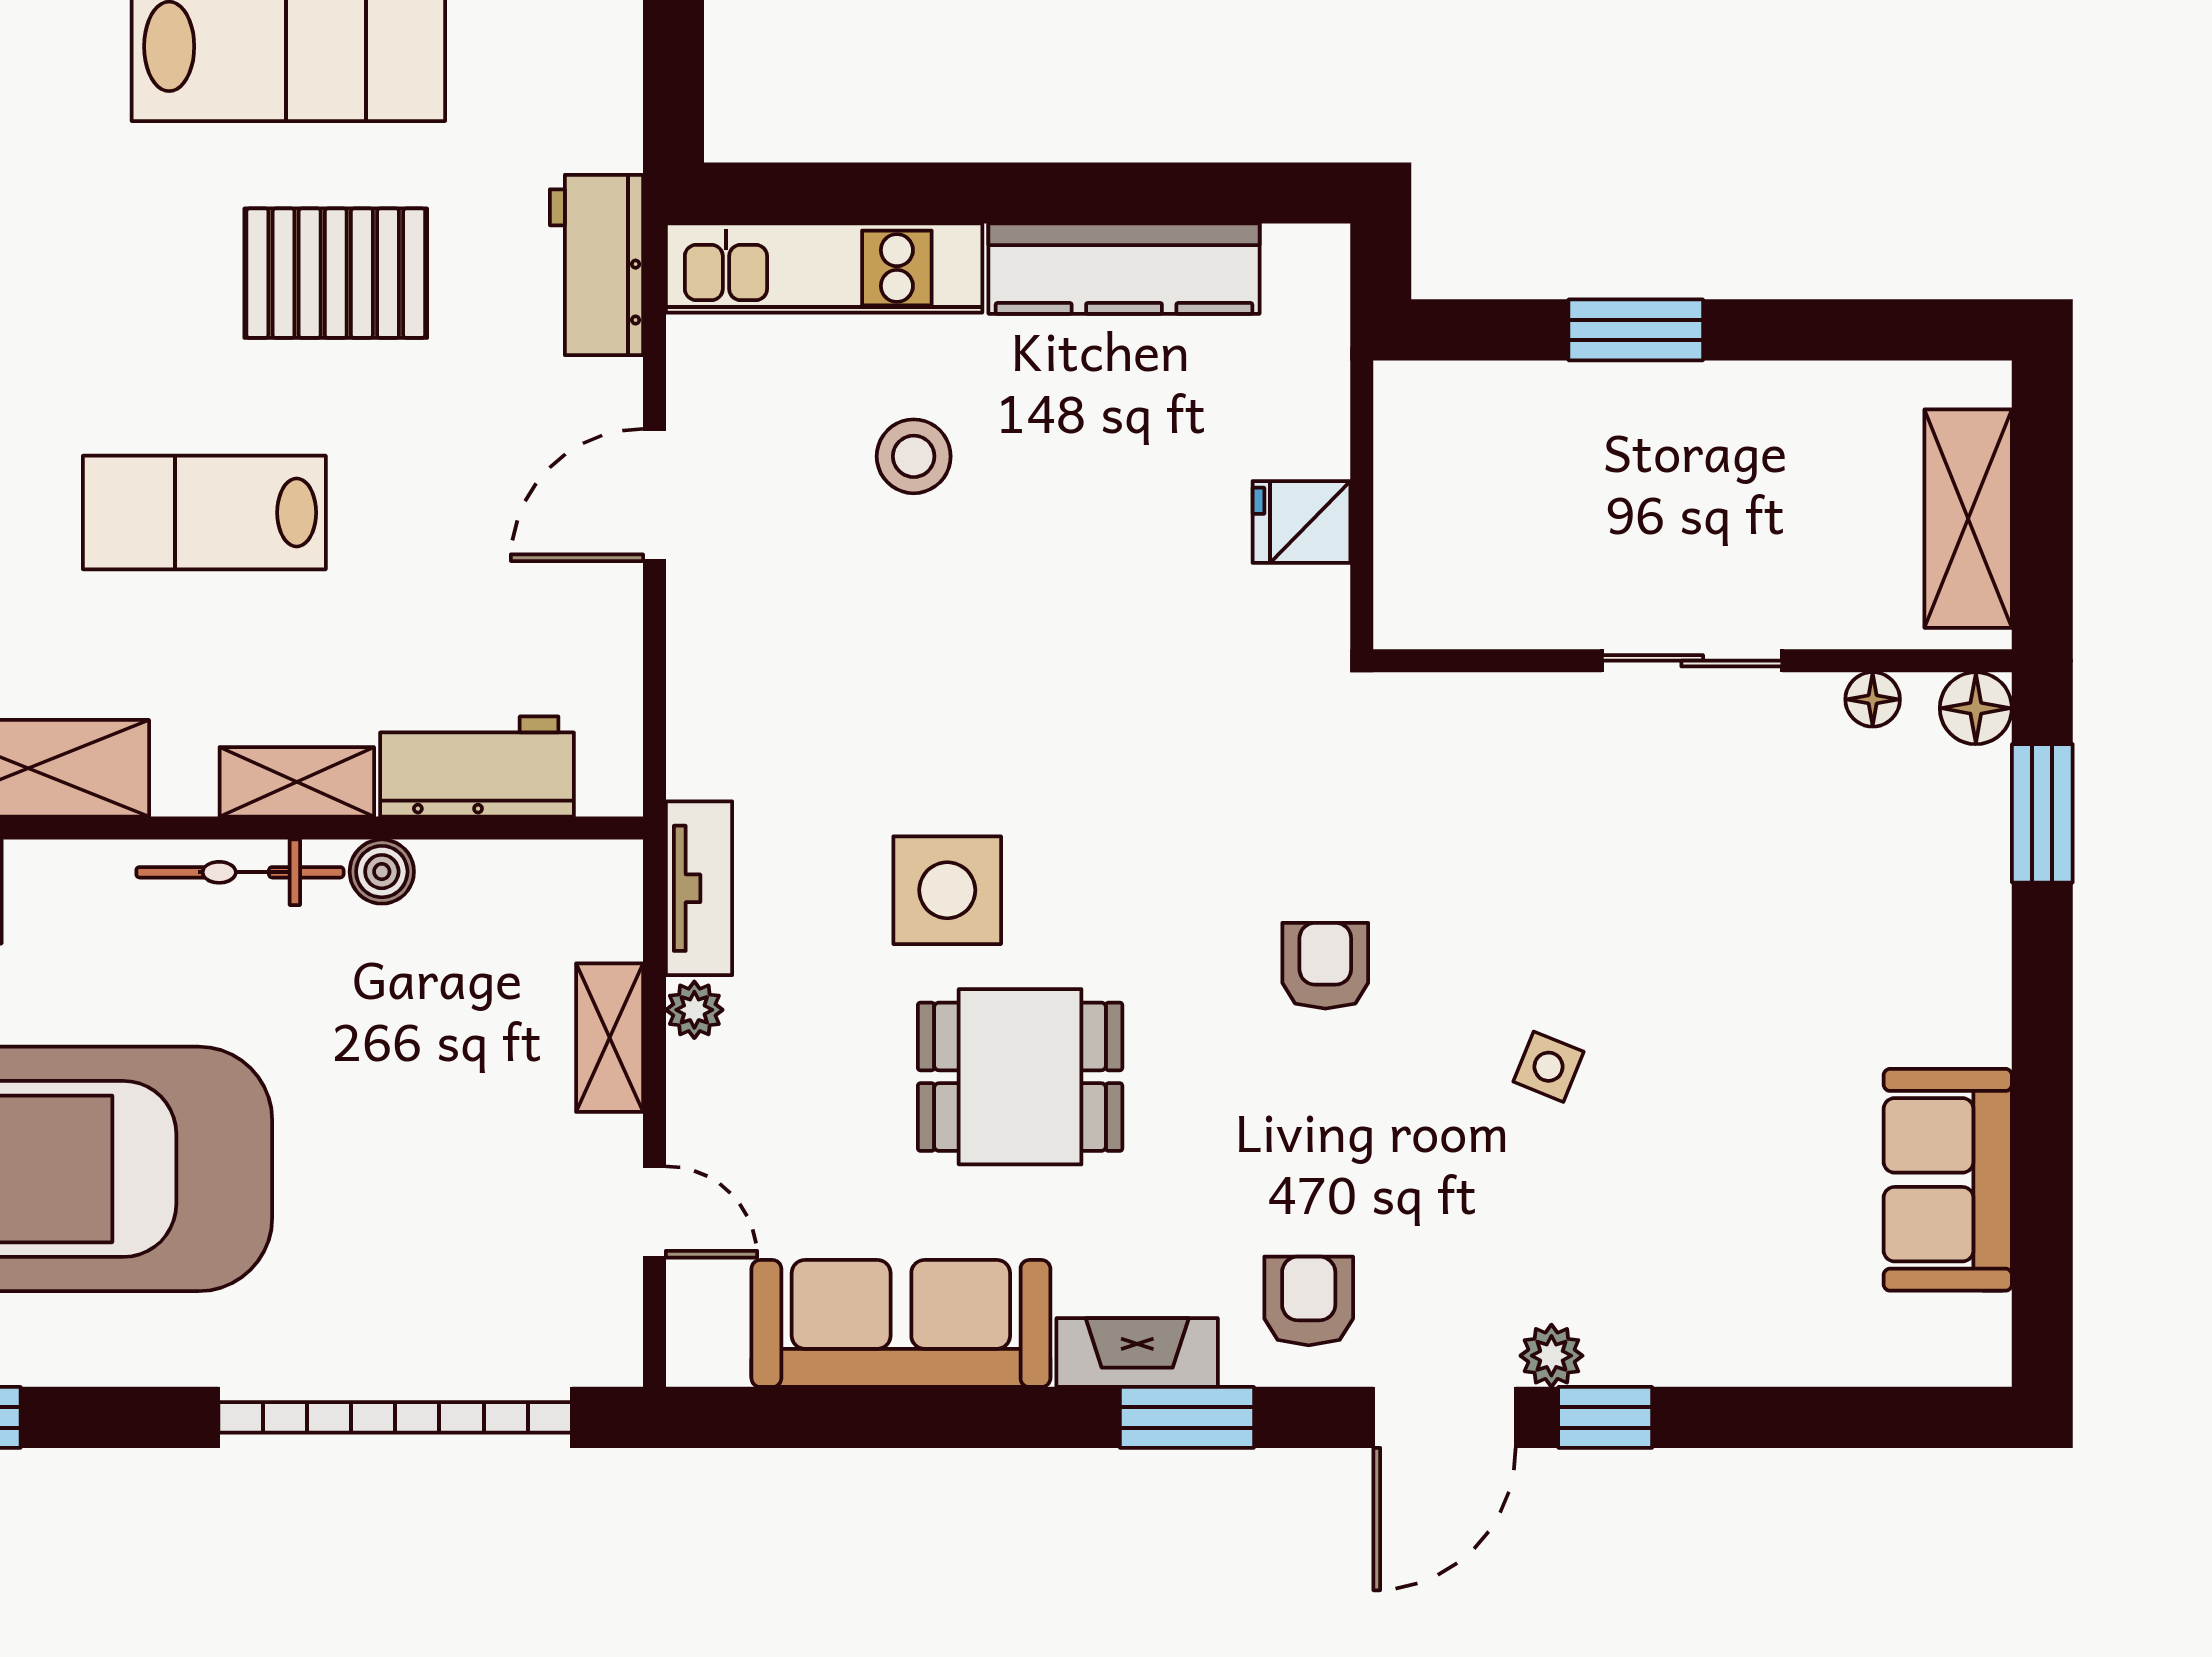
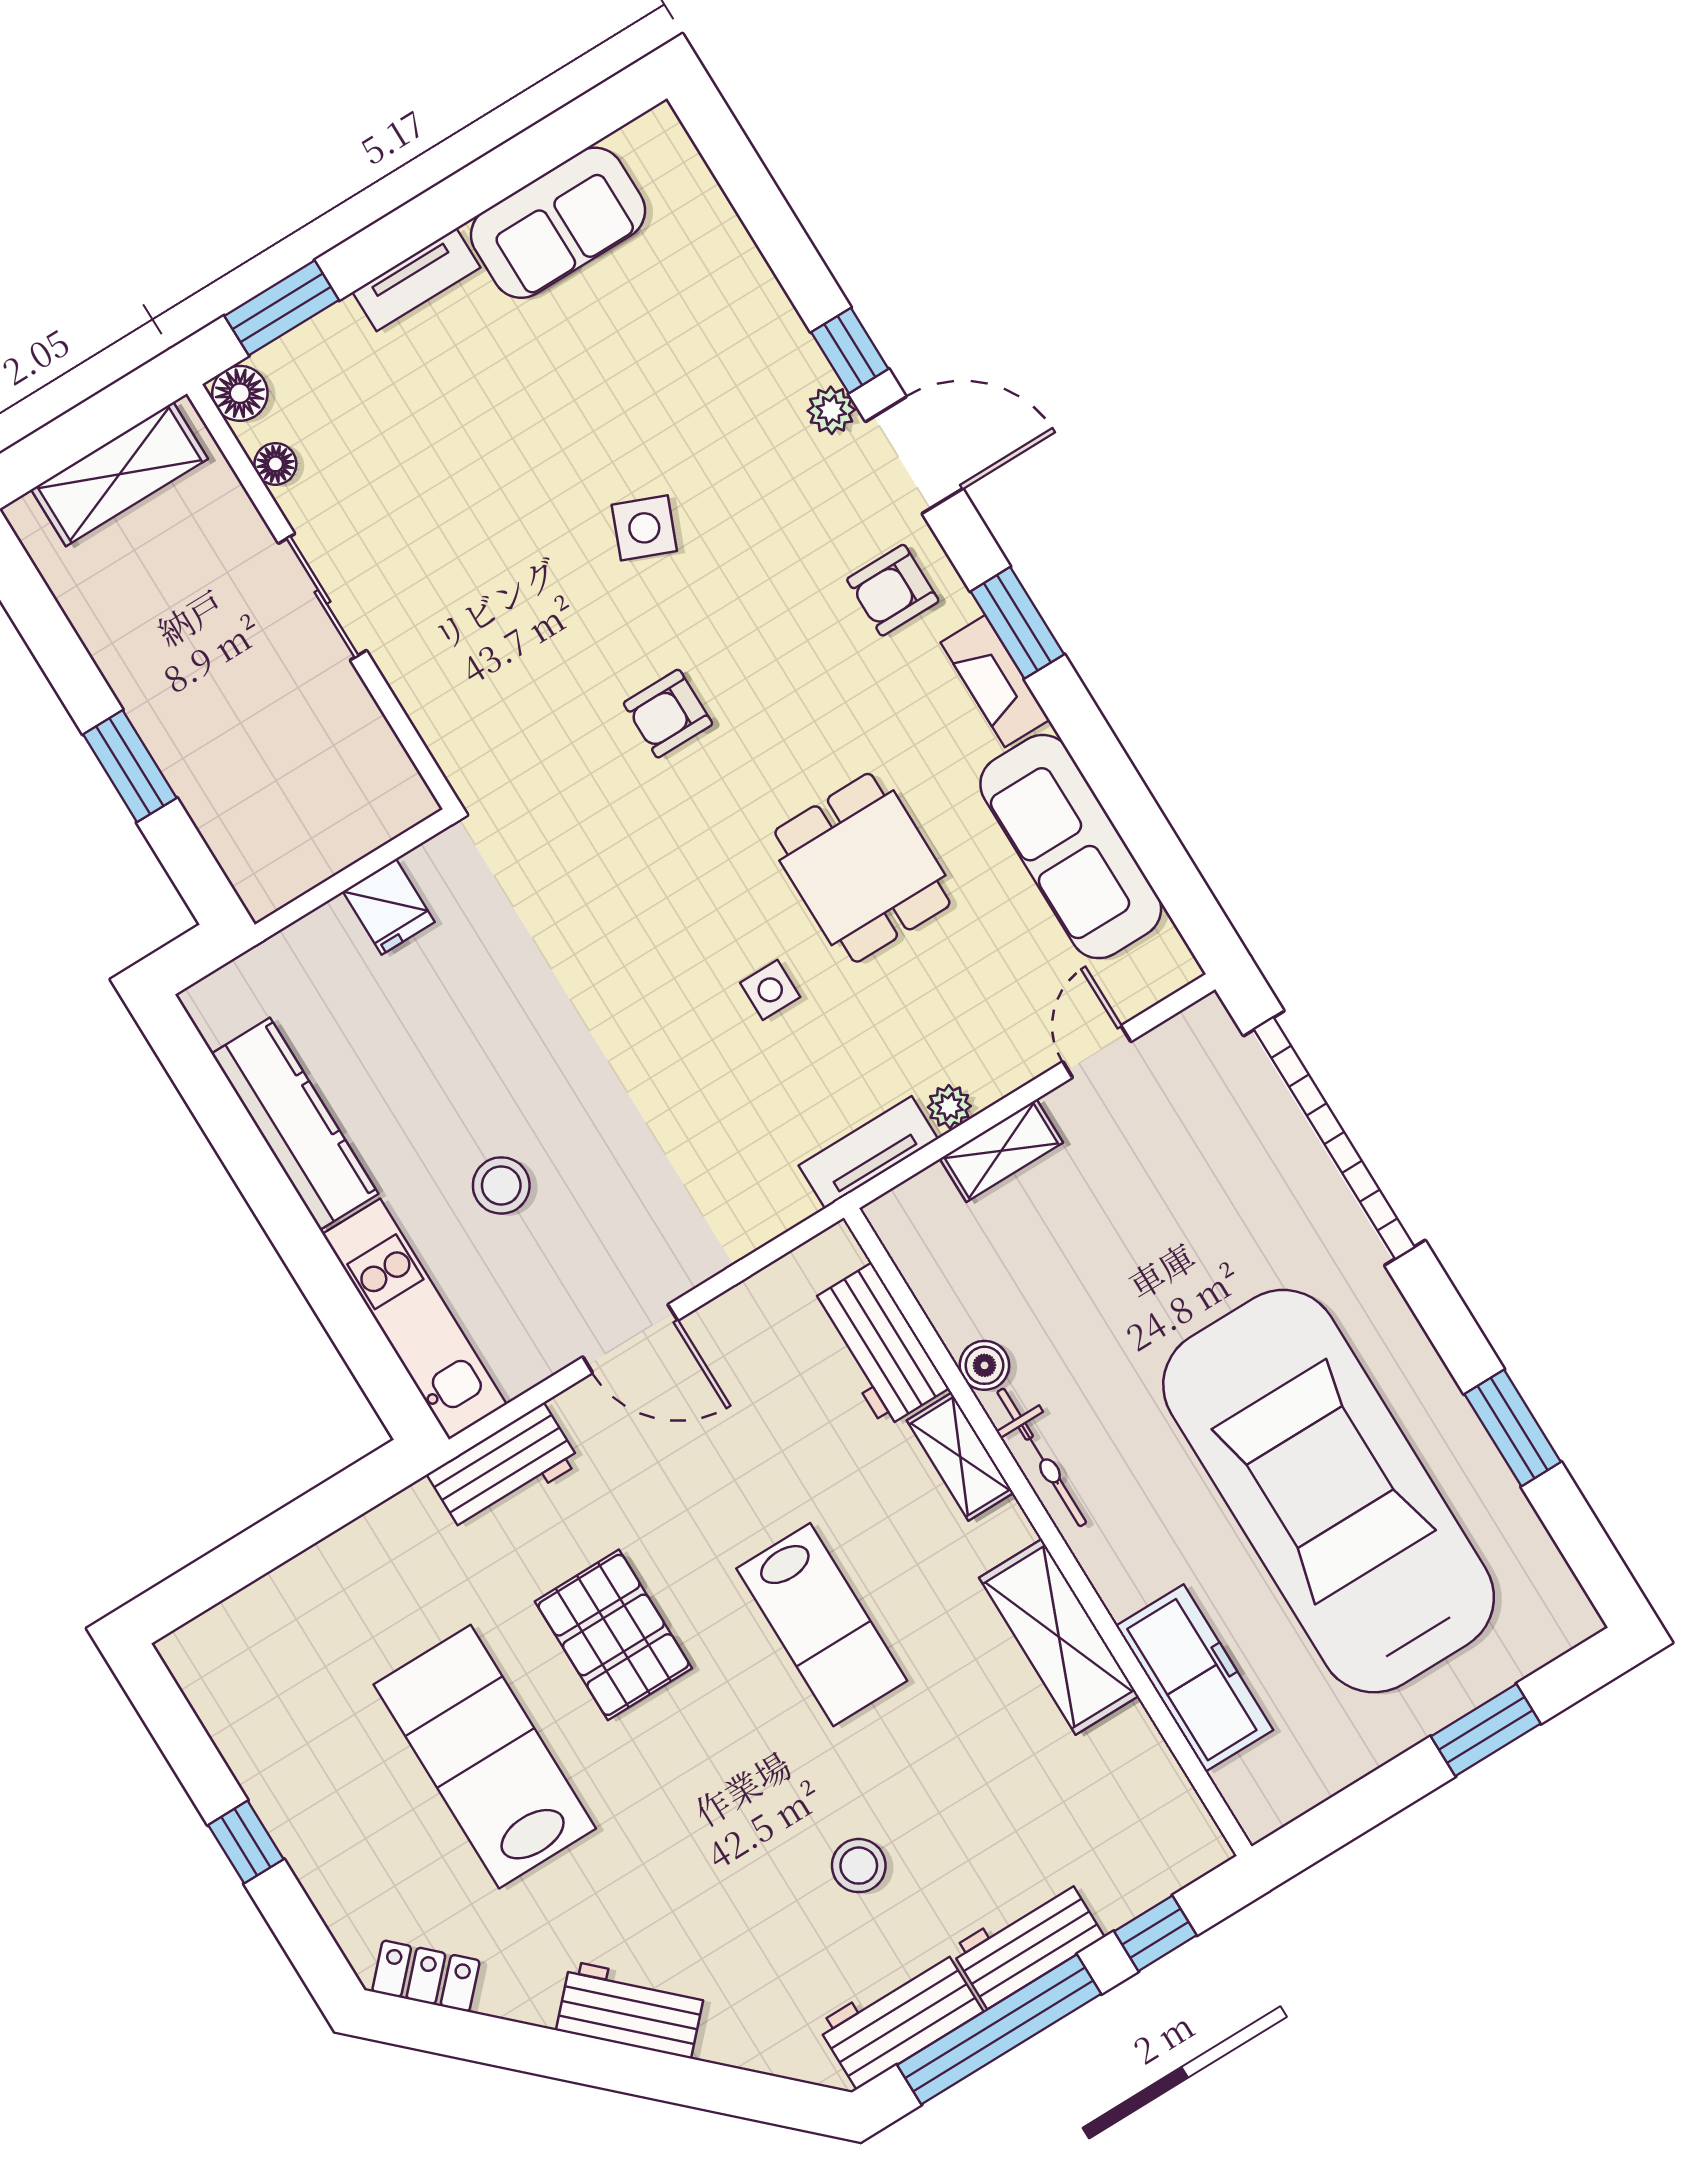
side table: (947, 890) -> (770, 990), width x0.54, depth x0.54
tv unit: (1981, 983) -> (416, 280), added
side table: (1548, 1067) -> (644, 528), width x1.37, depth x1.37

